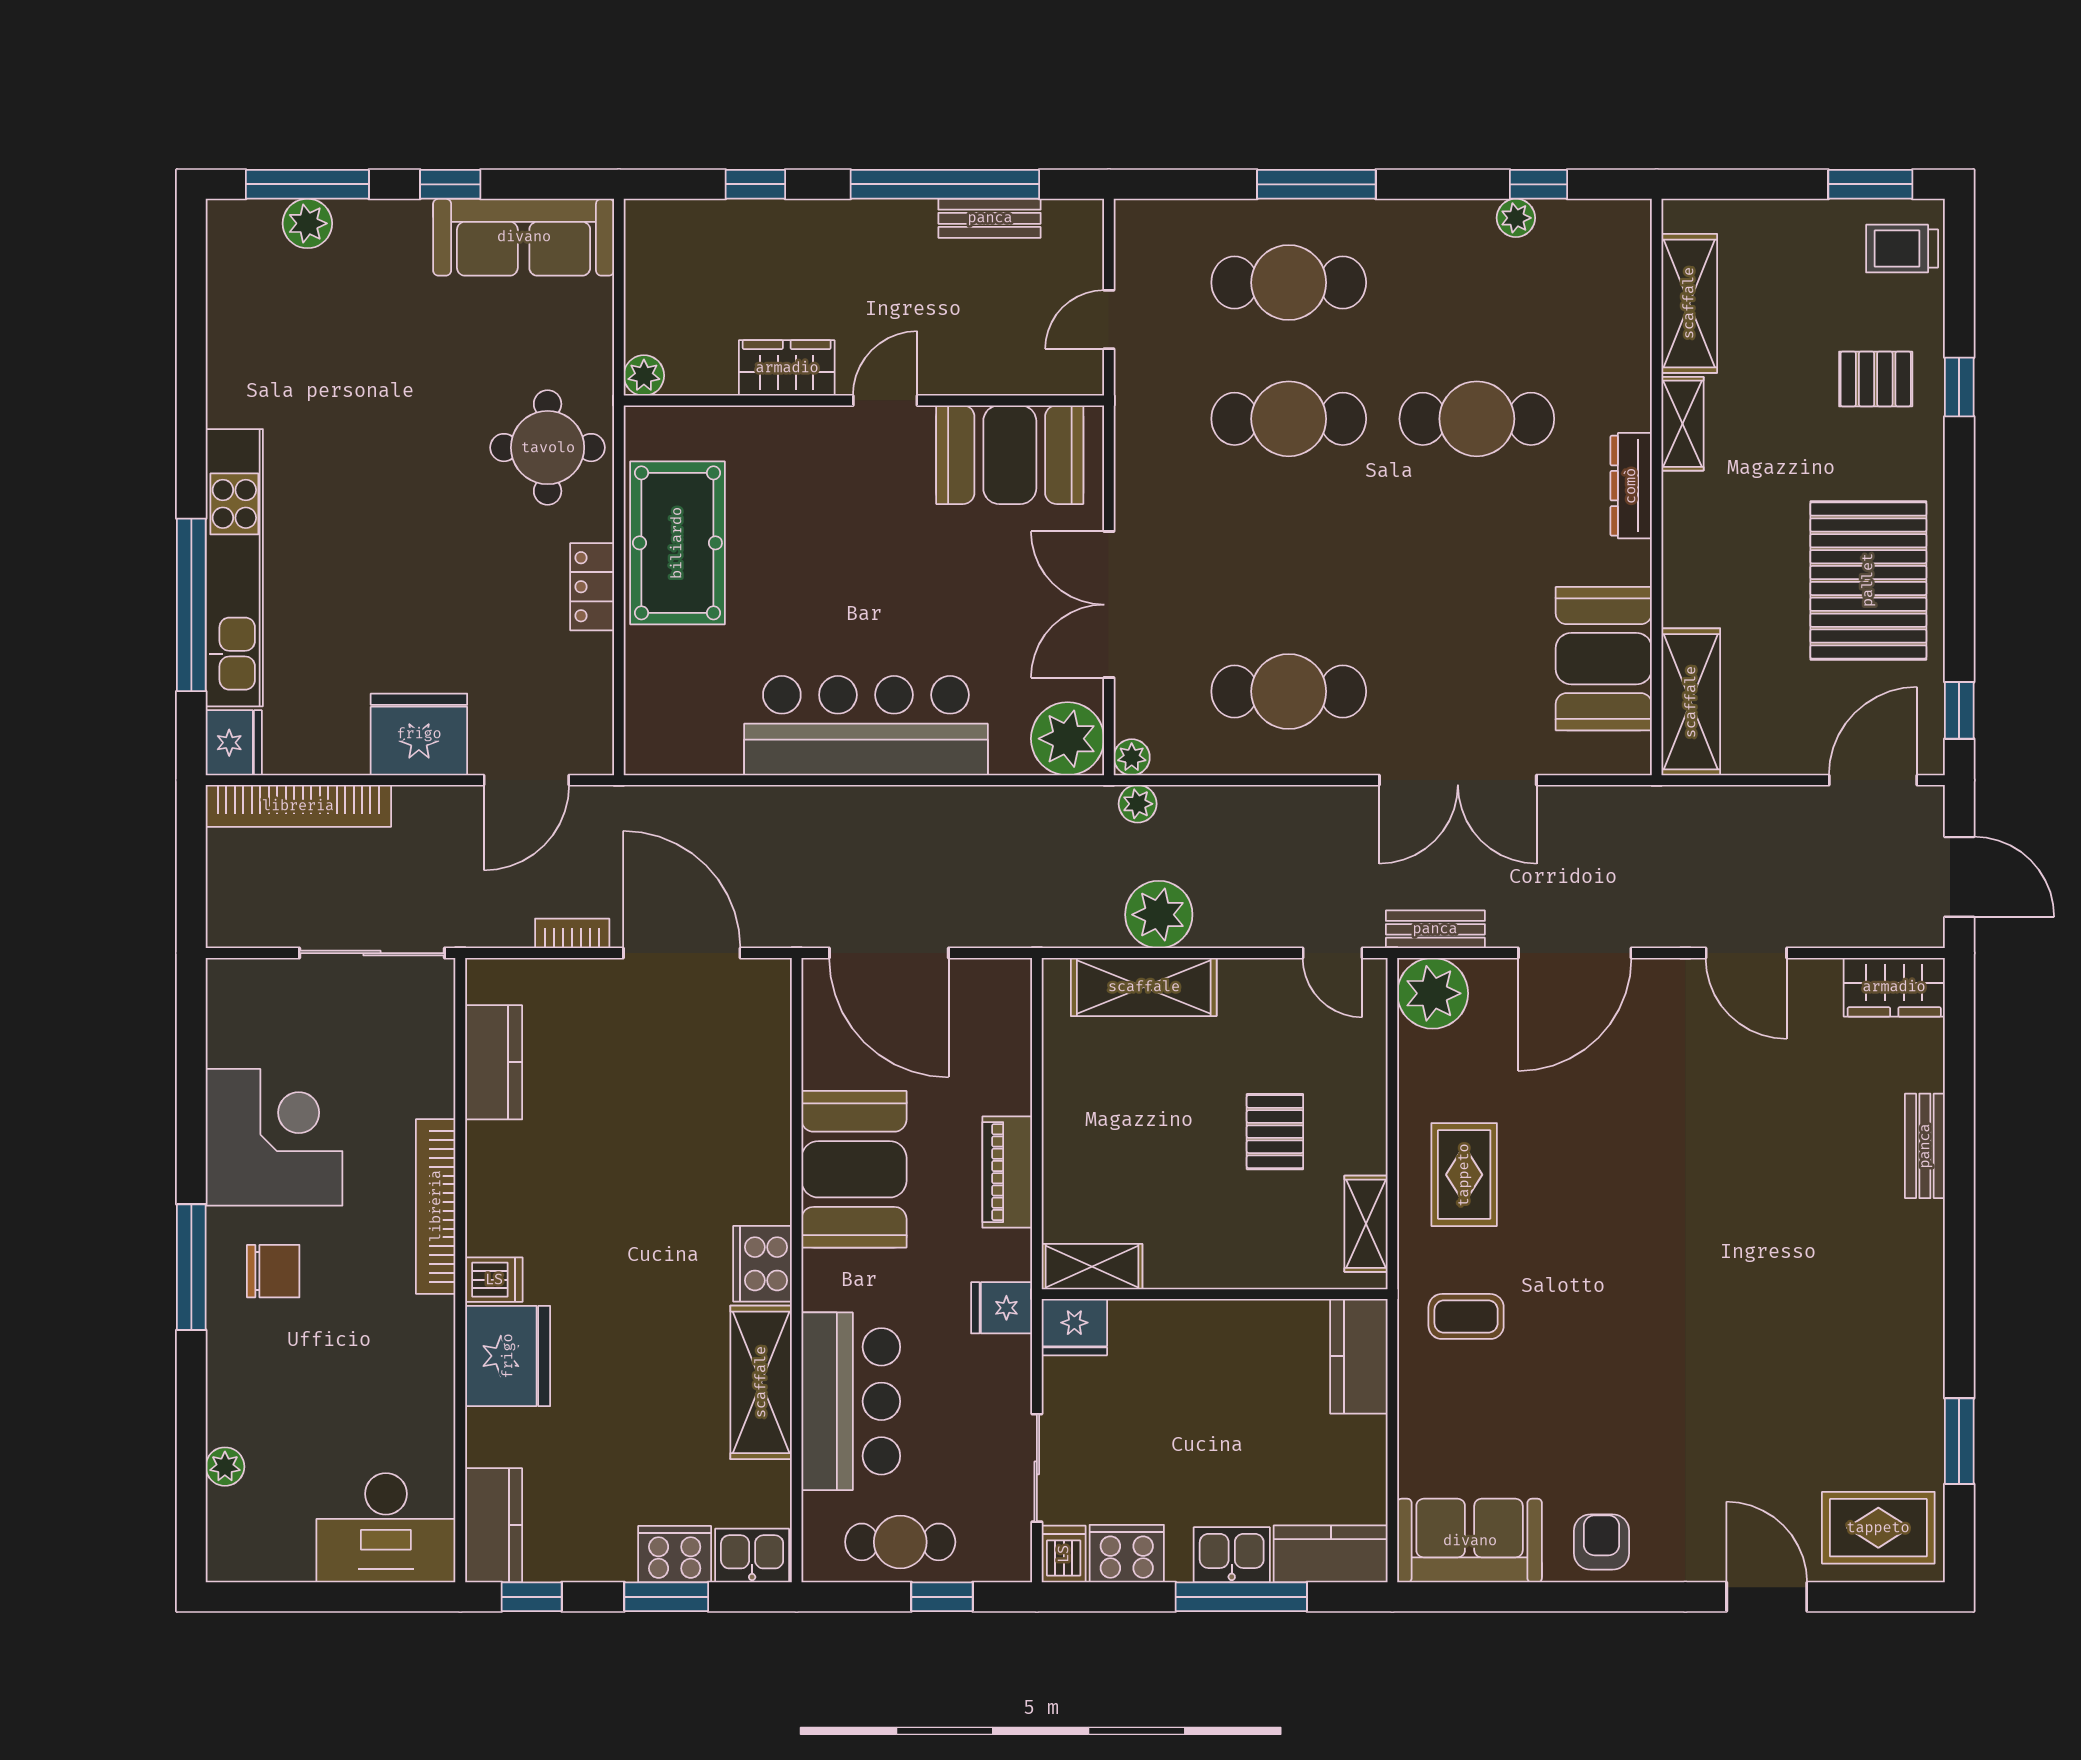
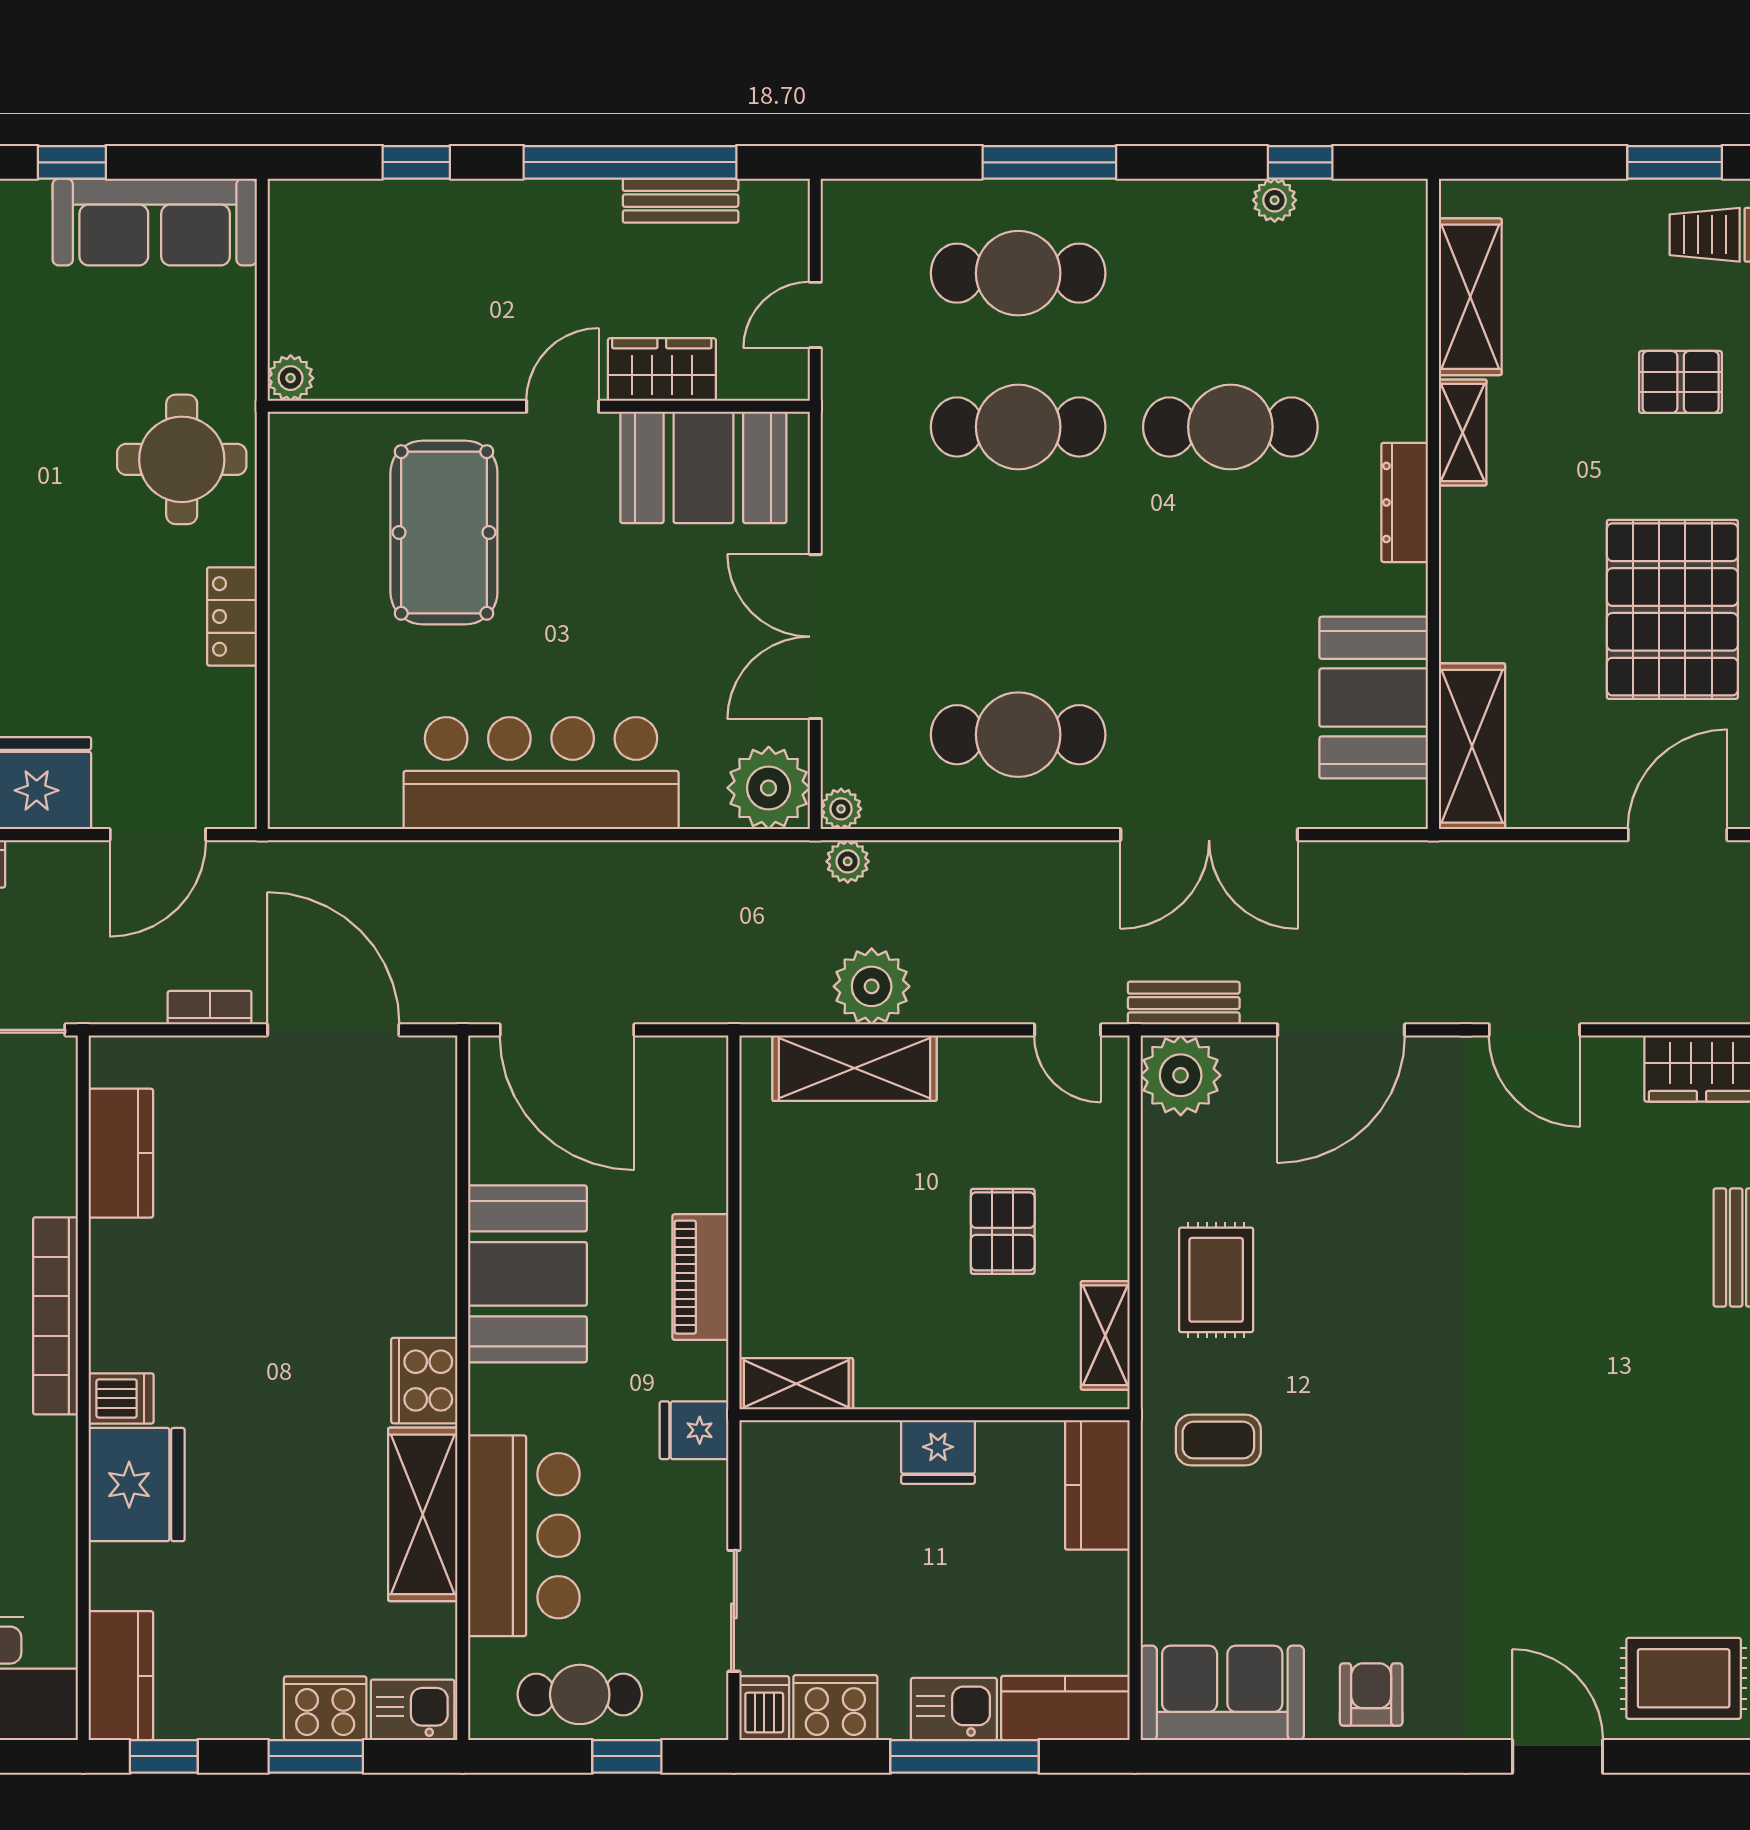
wardrobe: (787, 368) -> (662, 370), moved
pool table: (677, 543) -> (444, 532), moved
fridge: (1074, 1327) -> (938, 1452), moved

